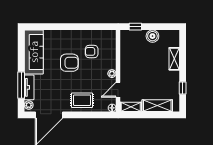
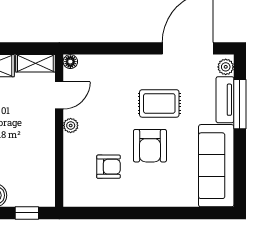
armchair: (69, 63) -> (150, 146), turned -90
rug: (82, 100) -> (159, 103), moved

